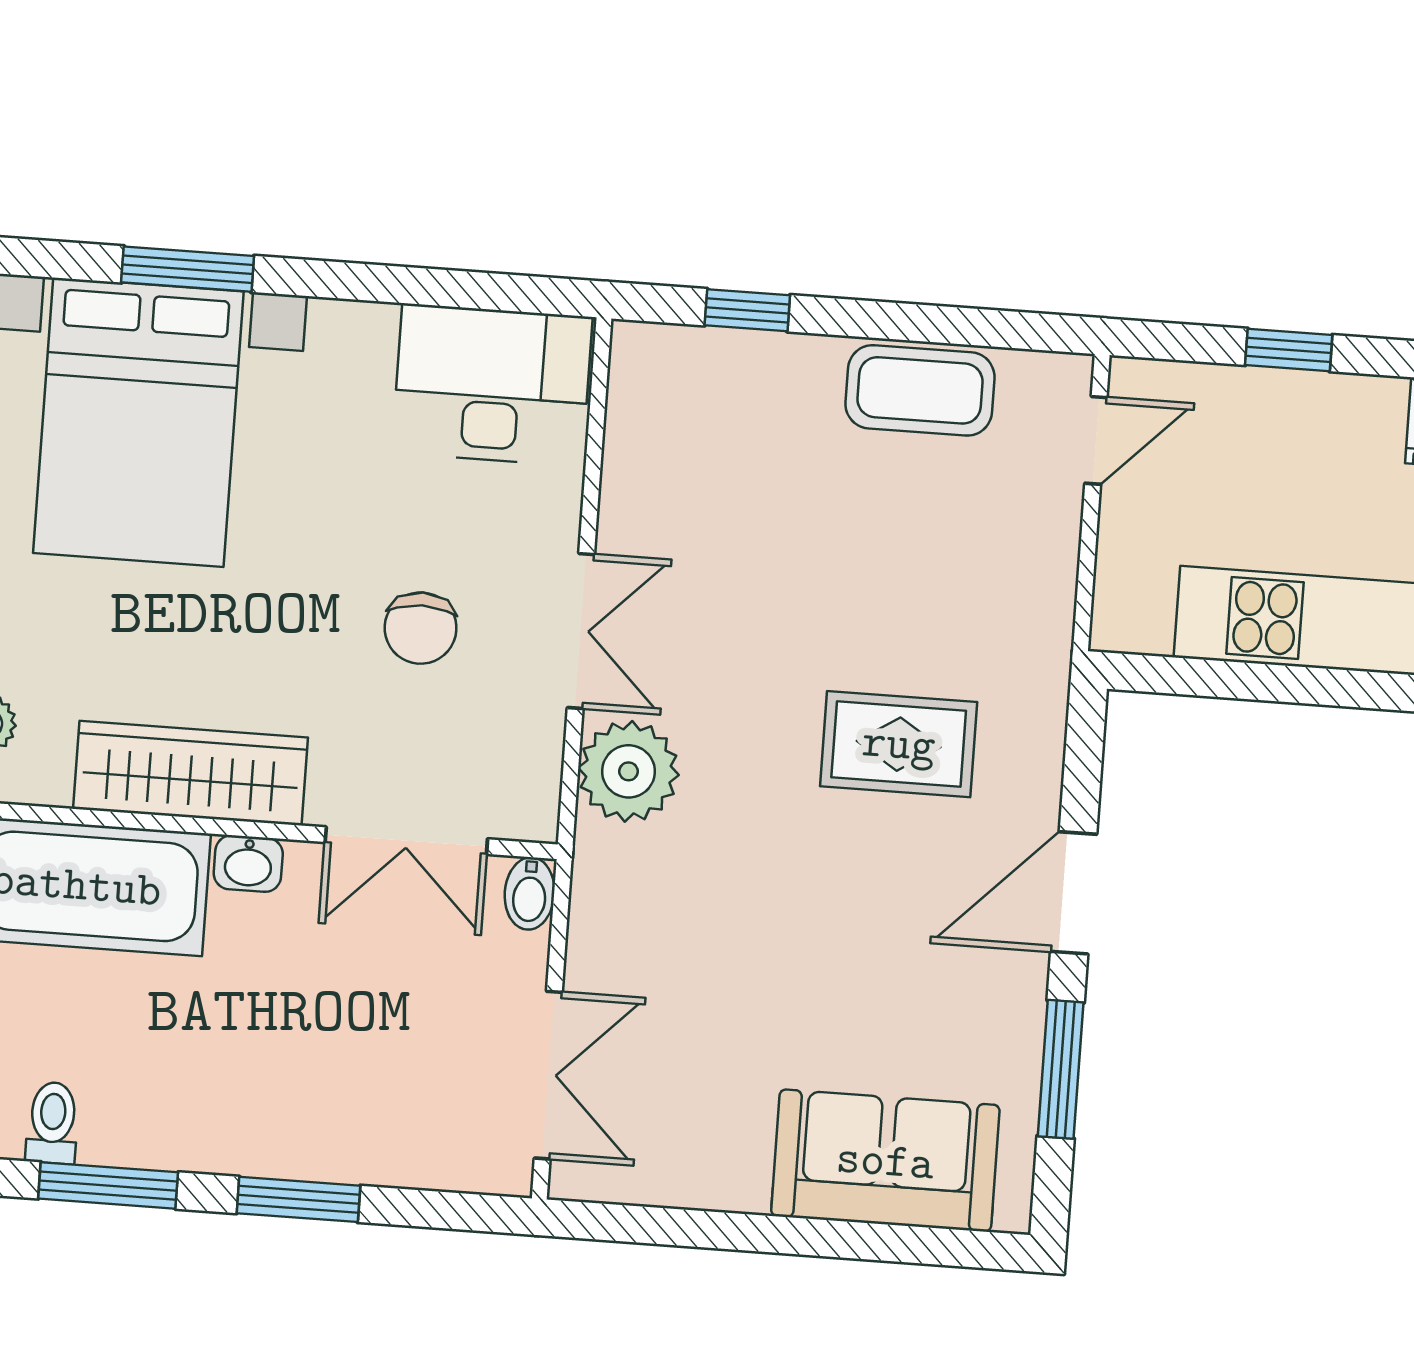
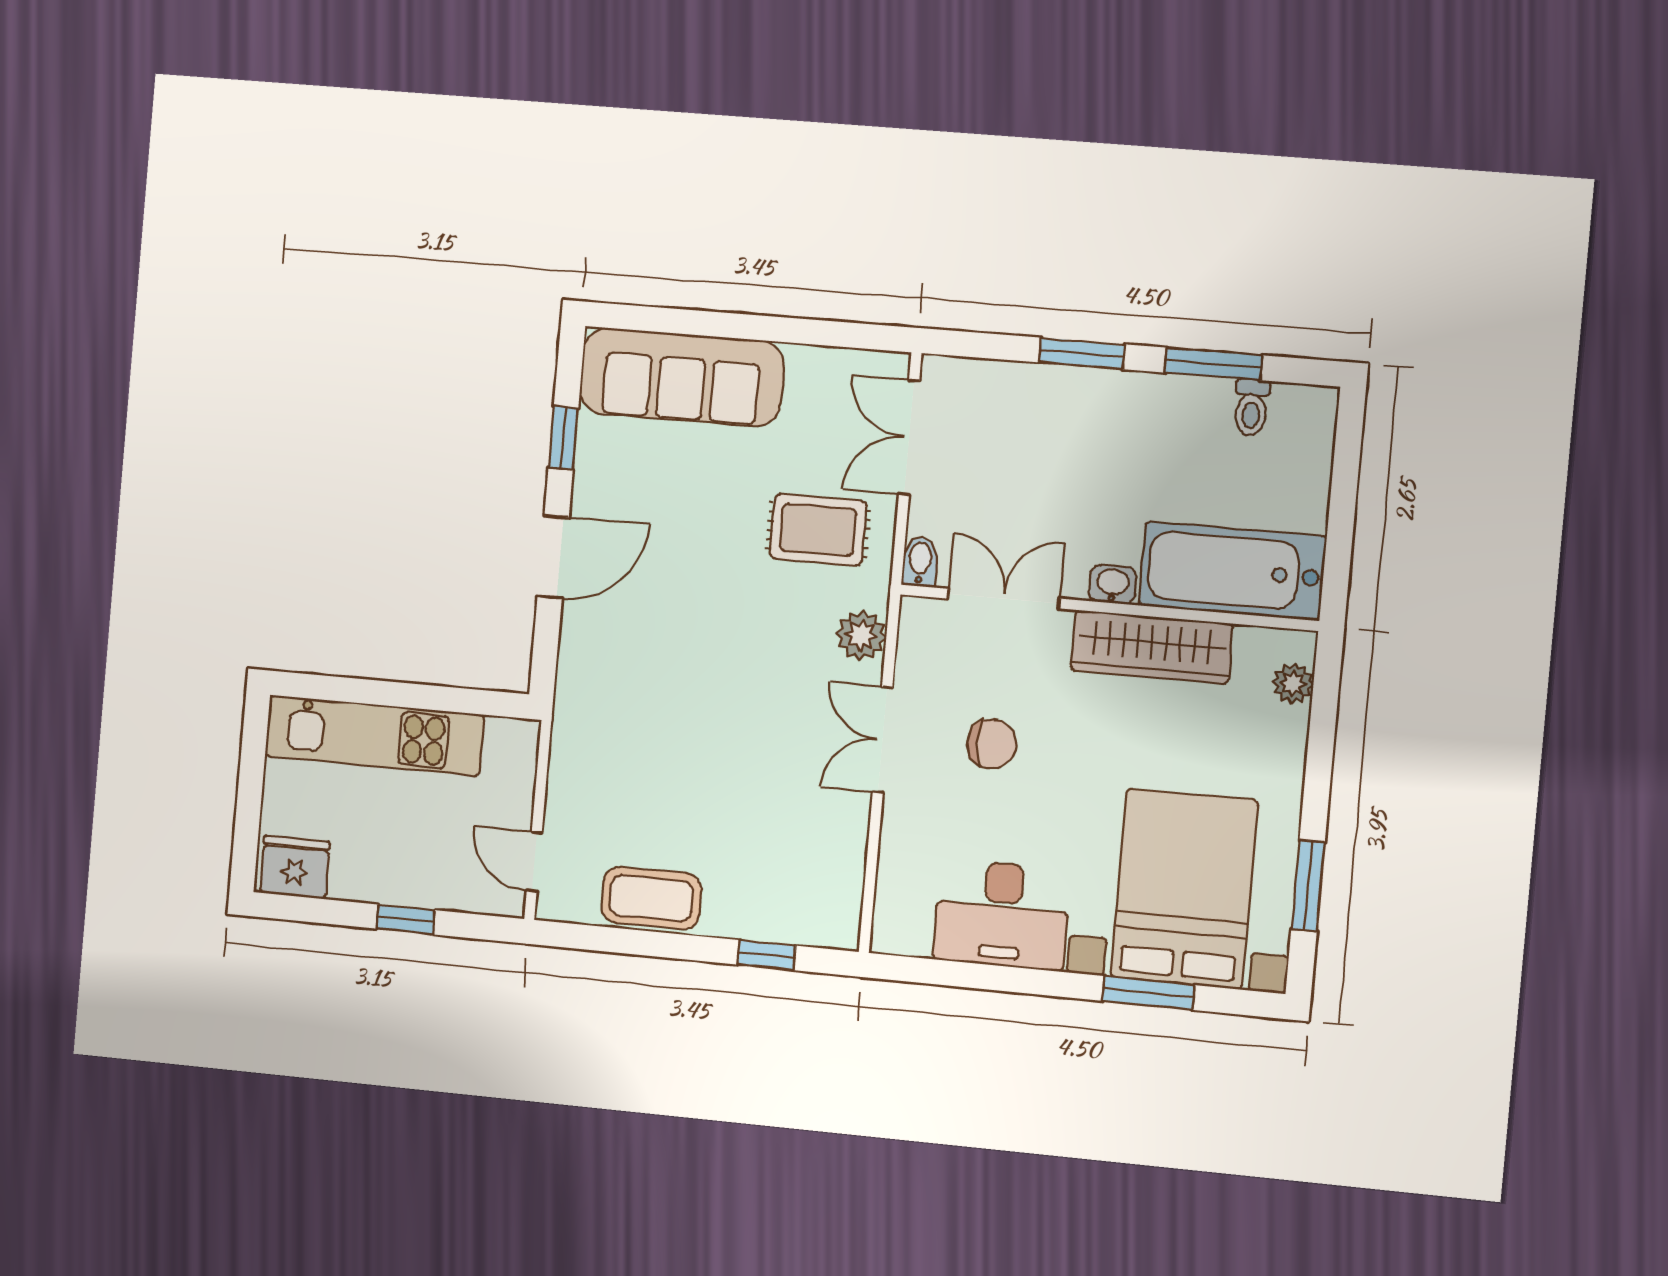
desk: (492, 385) -> (1002, 915), moved
door: (1096, 440) -> (534, 862), hinge flipped
chair: (421, 628) -> (992, 744), turned 90
rug: (899, 744) -> (818, 530), moved
plant: (629, 771) -> (861, 635), width x0.73, depth x0.73
window: (1061, 1069) -> (563, 438), width x0.67
sofa: (885, 1161) -> (682, 377), width x1.36

